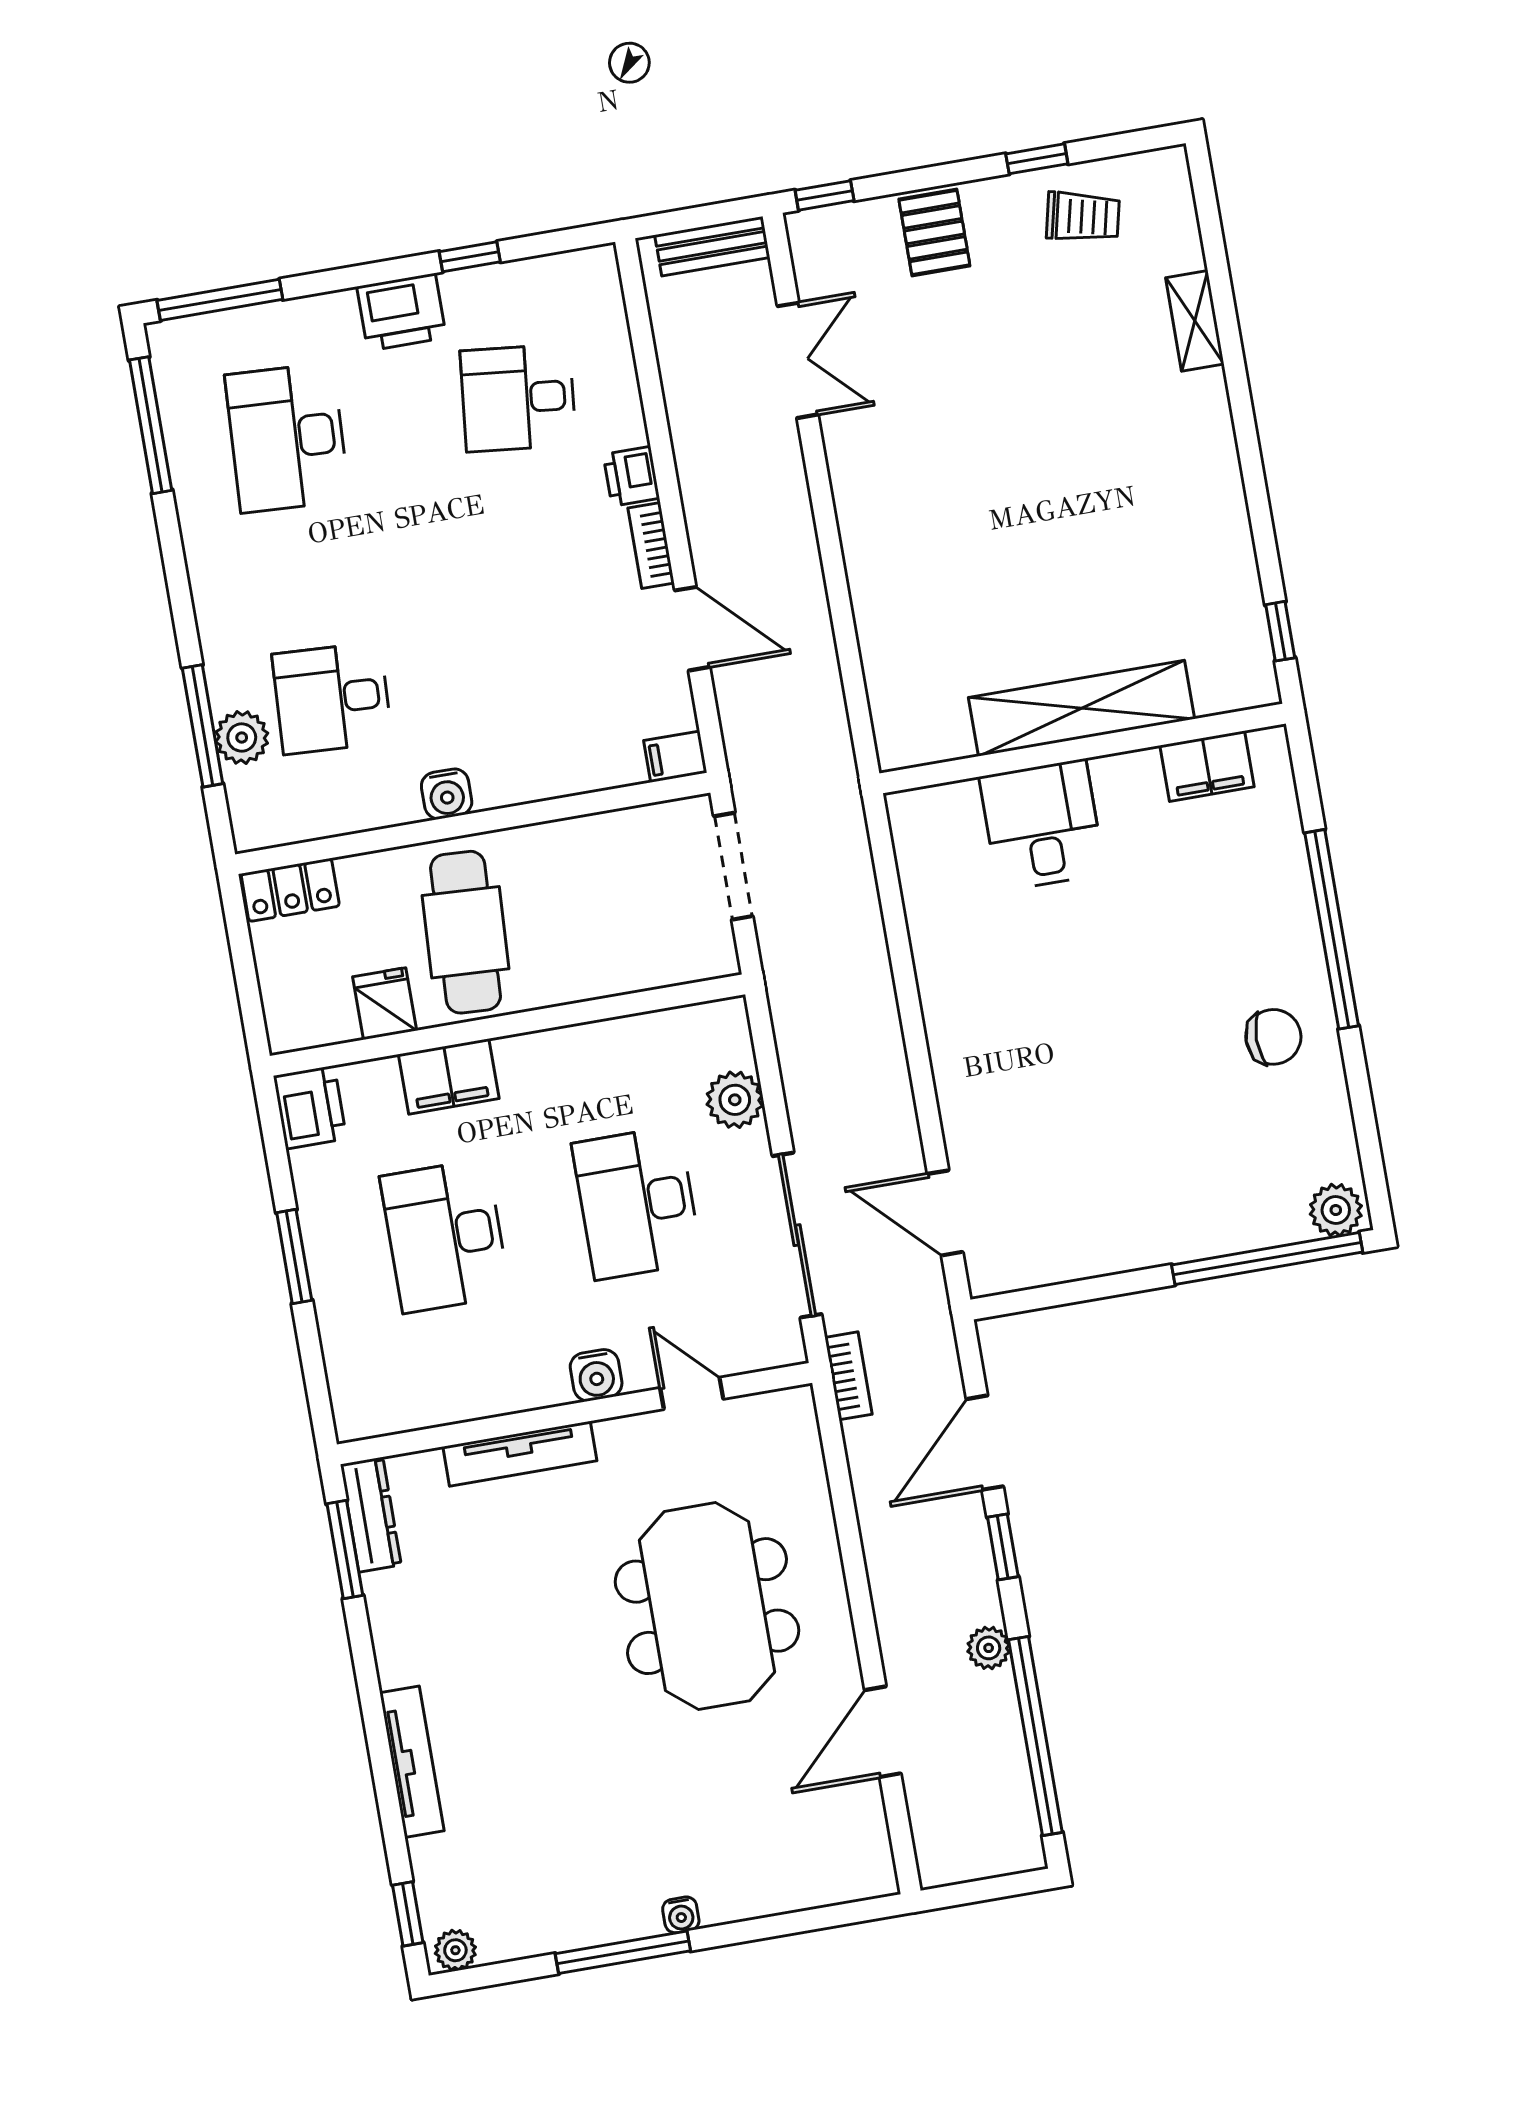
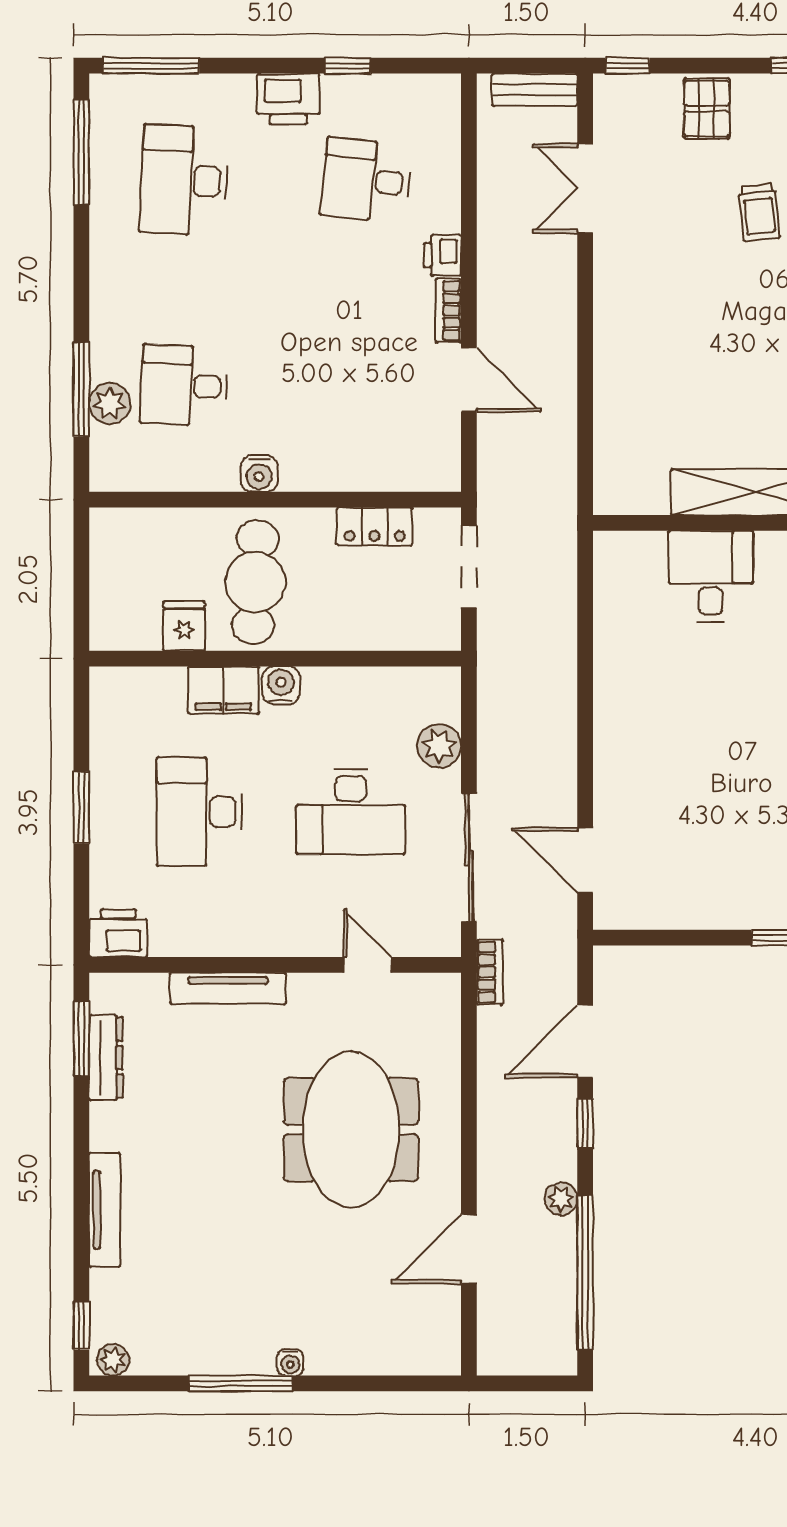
trolley: (1024, 353) -> (759, 212), added
double door: (798, 360) -> (585, 188), swing flipped
filing cabinet: (675, 757) -> (439, 475), removed
locker: (290, 890) -> (375, 526), moved
printer: (310, 1107) -> (118, 933), moved, turned -90
desk: (637, 1203) -> (351, 812), turned -90
water cooler: (596, 1375) -> (281, 685), moved, turned 180
dresser: (371, 1515) -> (106, 1058), moved

